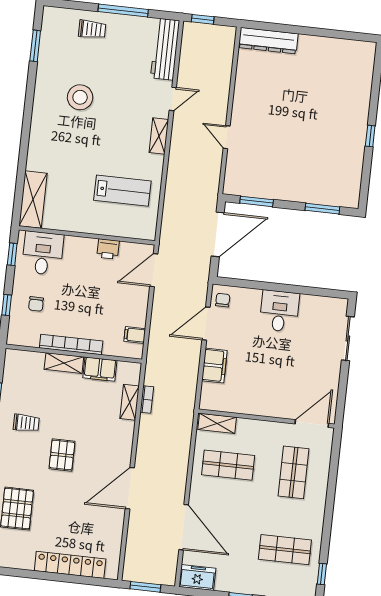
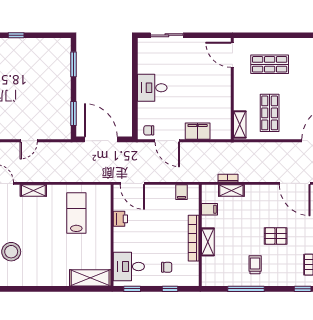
filing cabinet: (100, 369) -> (209, 209), width x0.50

